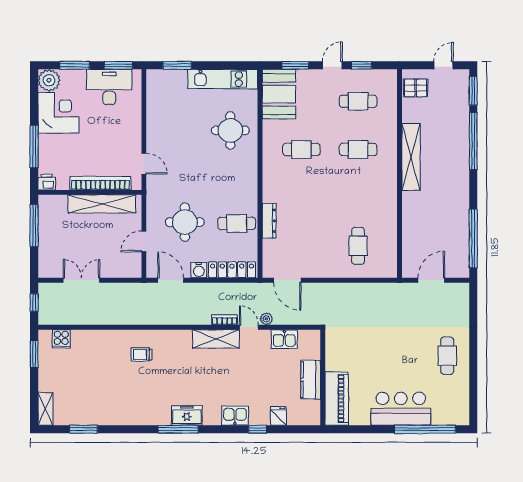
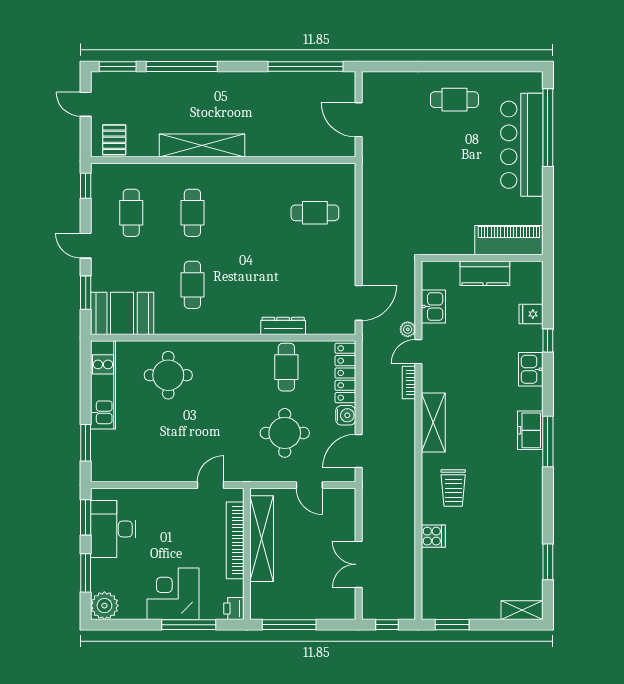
window: (362, 65) -> (86, 186), moved
corner desk: (58, 113) -> (173, 594), moved
cooker: (61, 339) -> (433, 536), moved
shelving: (216, 339) -> (433, 423), moved
trolley: (142, 355) -> (453, 488), width x1.36, depth x1.39
bar counter: (401, 409) -> (522, 145), width x1.36

